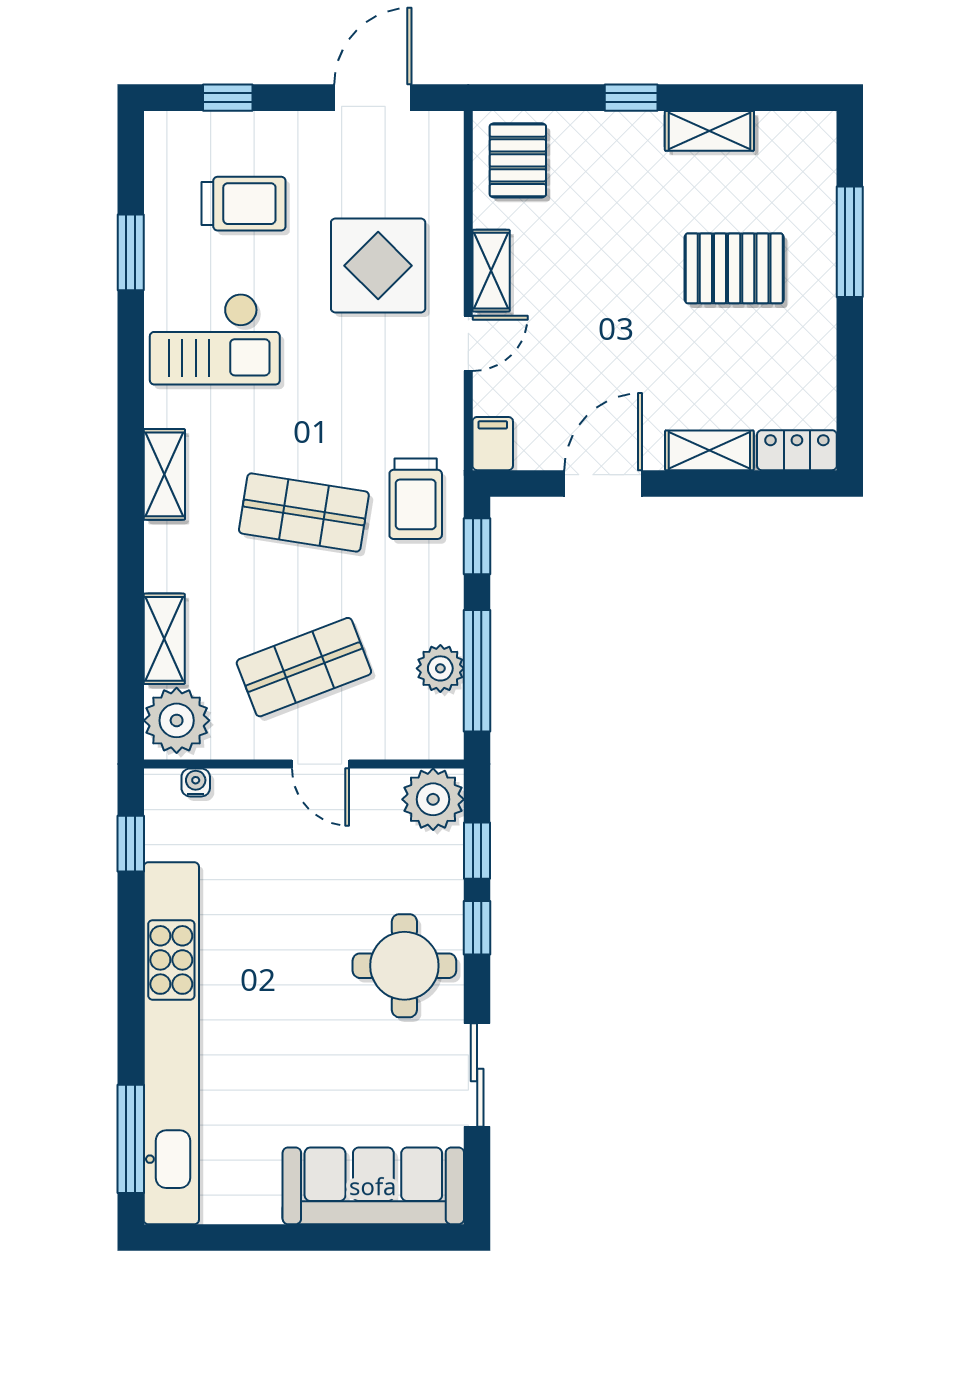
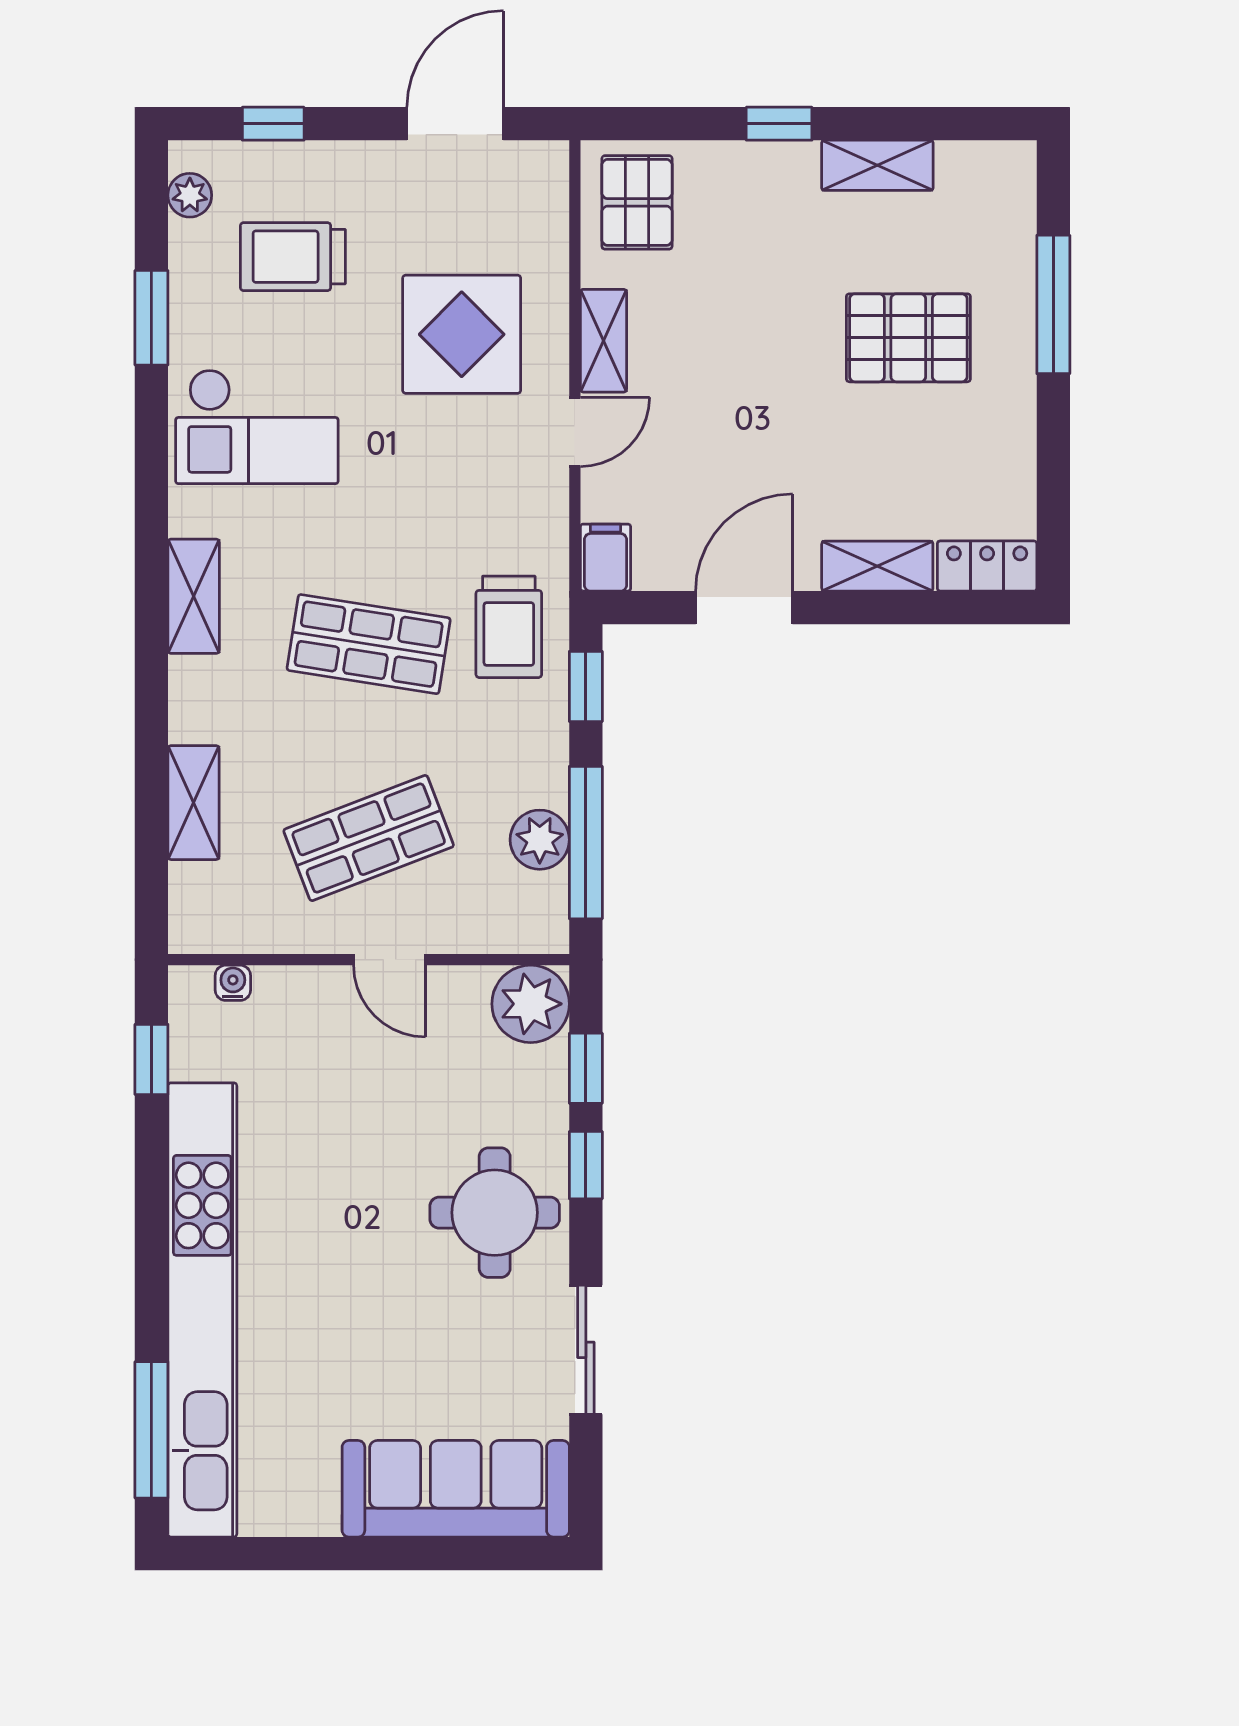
trolley: (244, 204) -> (293, 257), turned 180
plant: (177, 720) -> (190, 195), moved, width x0.53, depth x0.53

